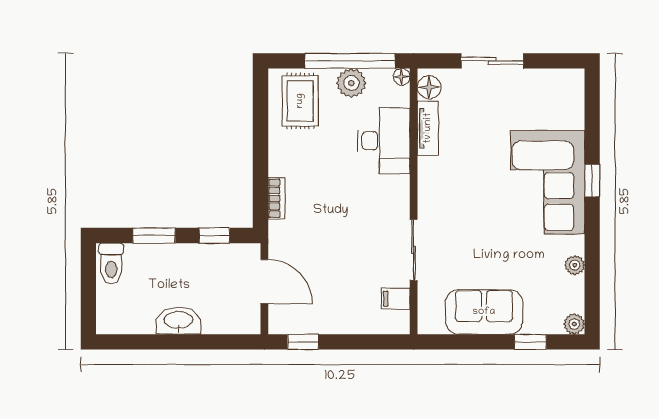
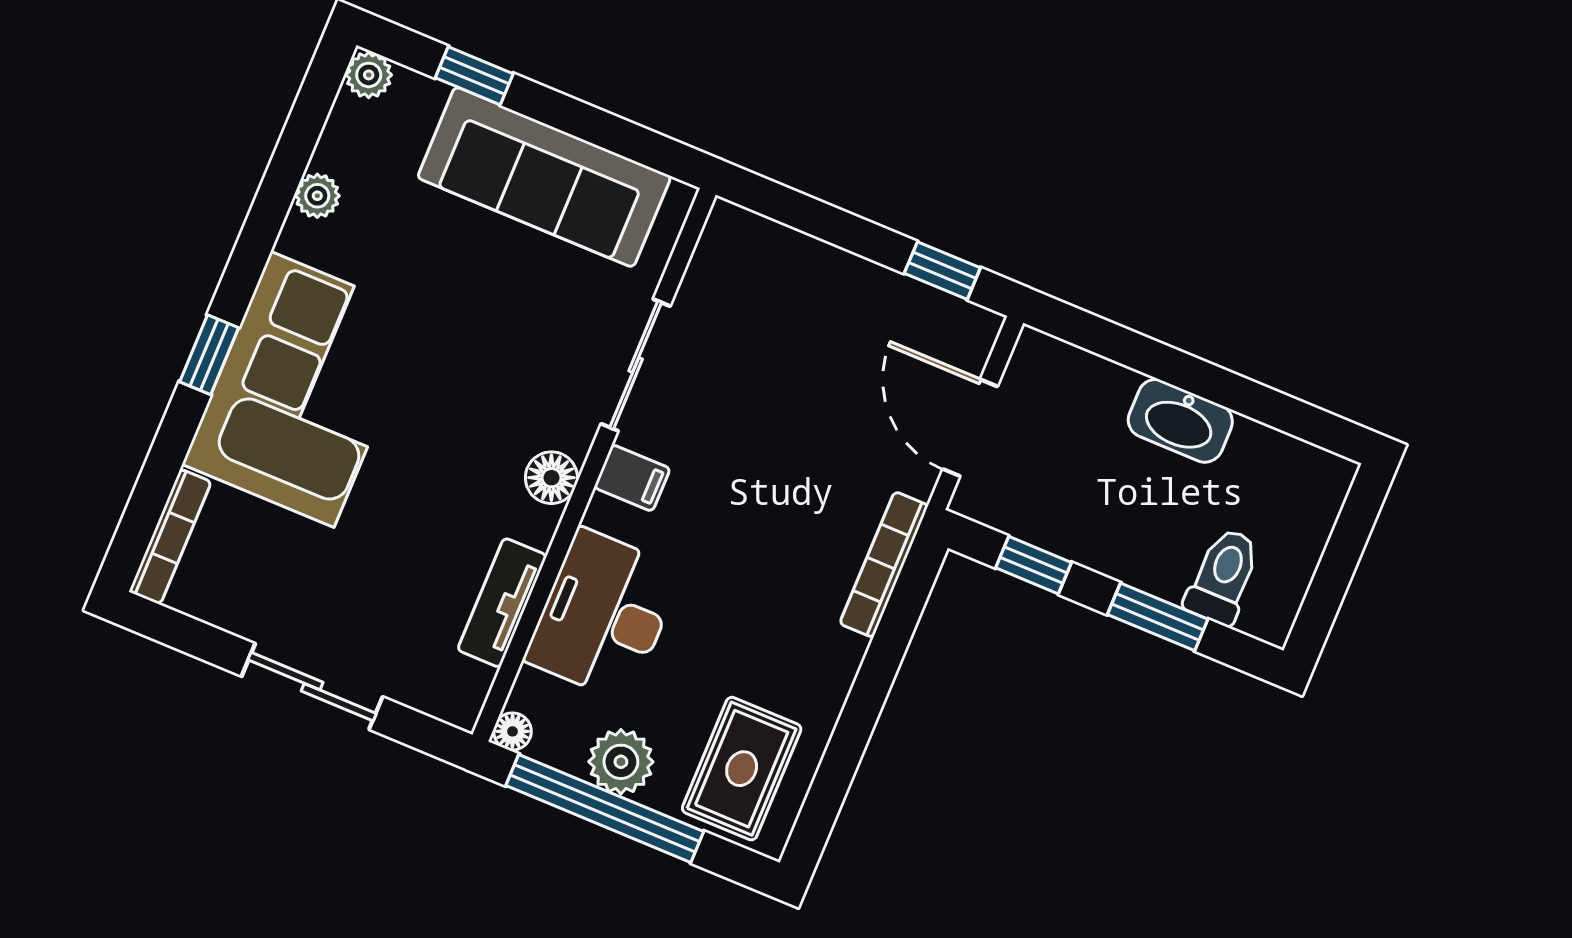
floor lamp: (429, 87) -> (551, 478), moved
bookcase: (577, 99) -> (170, 537), added
bookcase: (276, 198) -> (884, 565), width x1.56
toilet: (111, 264) -> (1223, 576), moved
filing cabinet: (396, 299) -> (632, 478), moved
sofa: (484, 312) -> (544, 177), width x1.36

